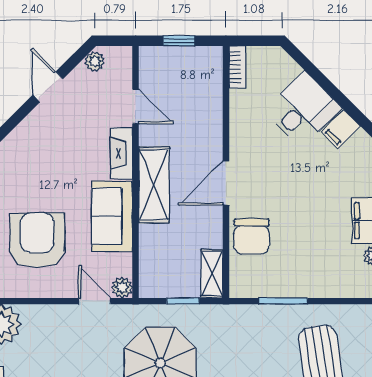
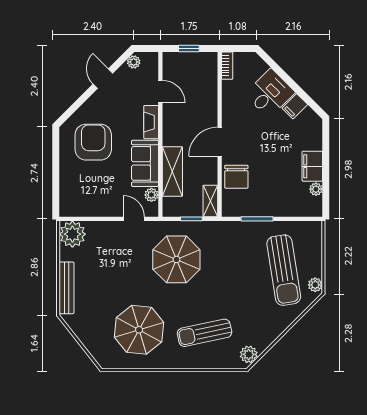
shelving: (154, 185) -> (172, 172), moved
armchair: (37, 240) -> (93, 142), moved
plant: (122, 287) -> (151, 195), moved

